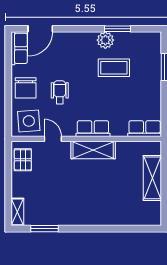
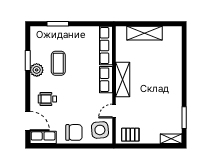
wheelchair: (60, 92) -> (47, 99), moved
row of seats: (145, 129) -> (106, 46), width x1.48

